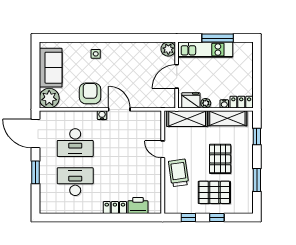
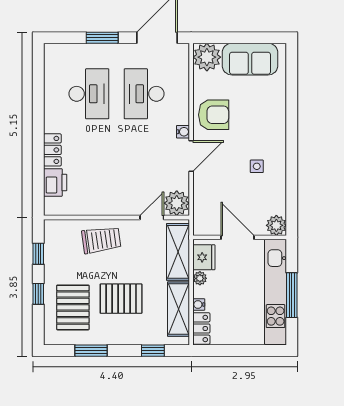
kitchen unit: (205, 50) -> (276, 292), width x1.36
side table: (96, 54) -> (257, 166), moved
plant: (153, 119) -> (177, 203), added
door: (163, 149) -> (152, 218), moved
pallet: (214, 192) -> (73, 307), moved

